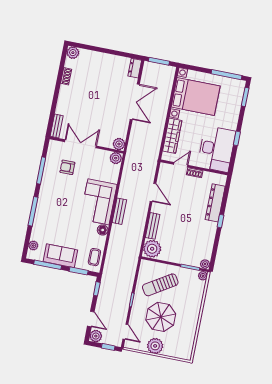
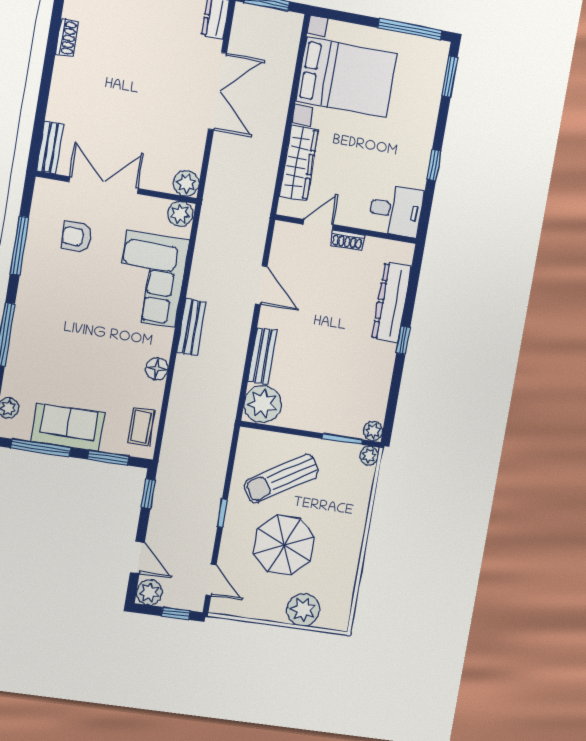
desk: (216, 149) -> (396, 210), width x0.53, depth x0.77
corner sofa: (98, 202) -> (151, 279), moved
plant: (155, 346) -> (303, 610), moved

